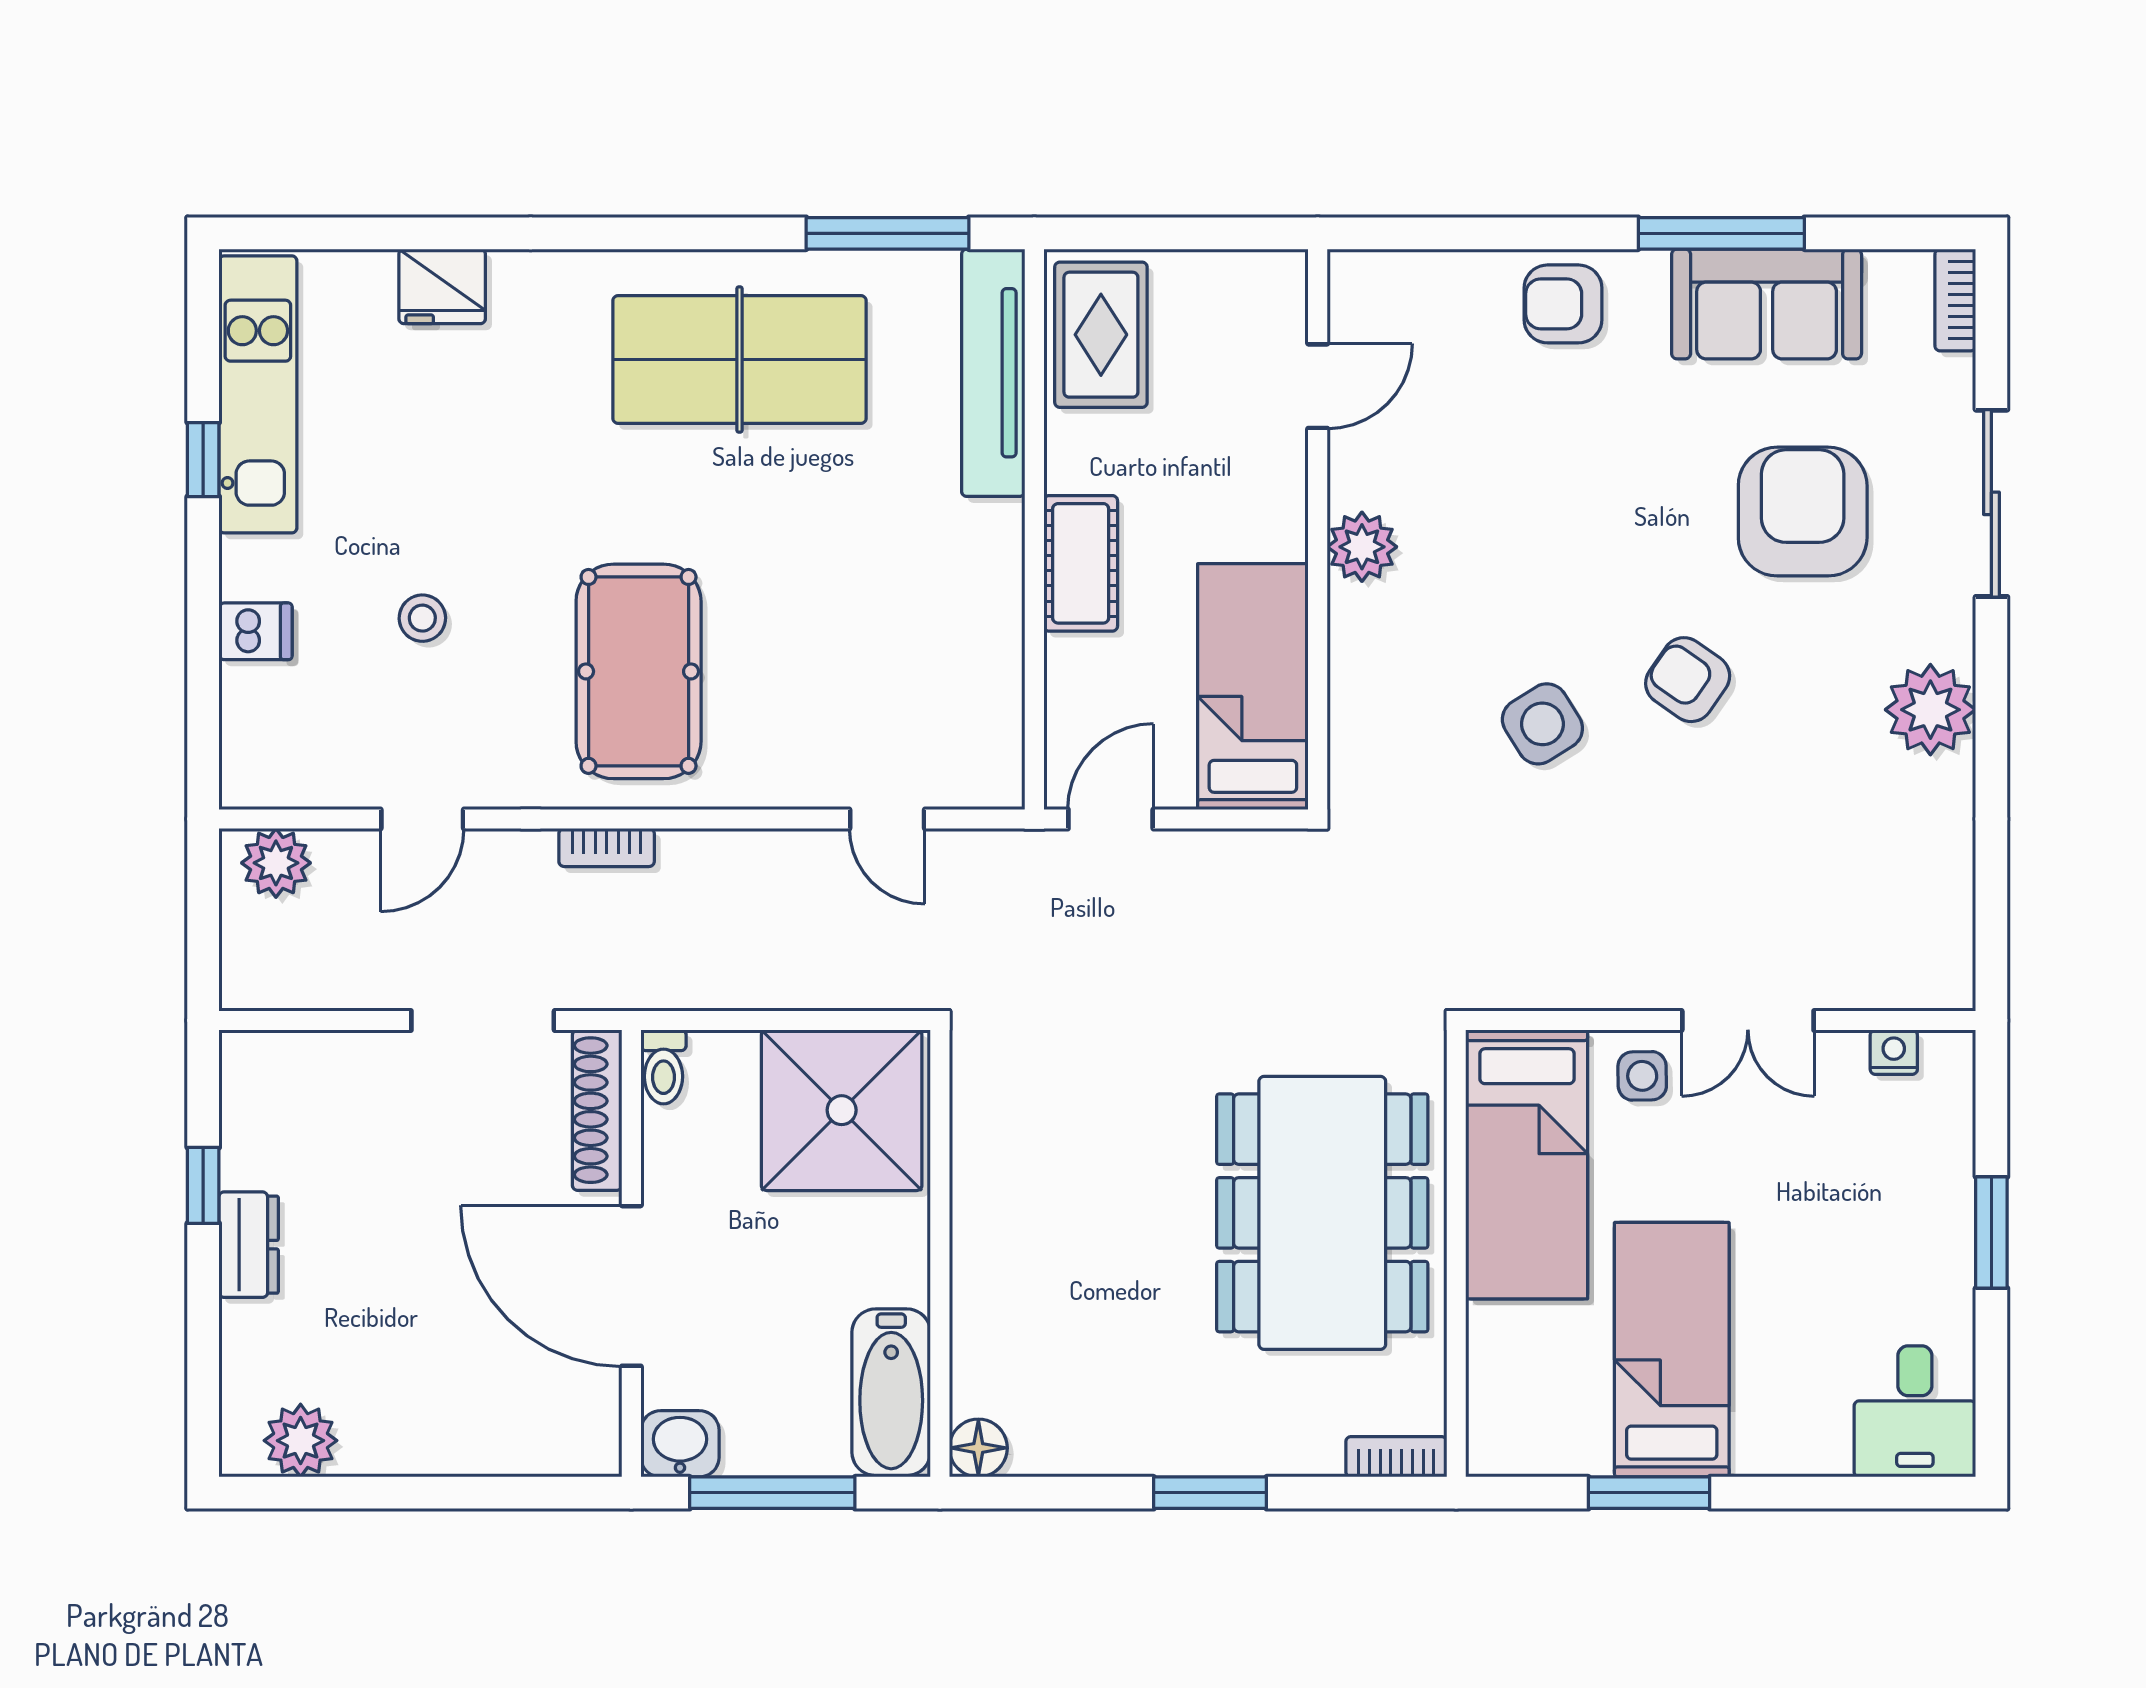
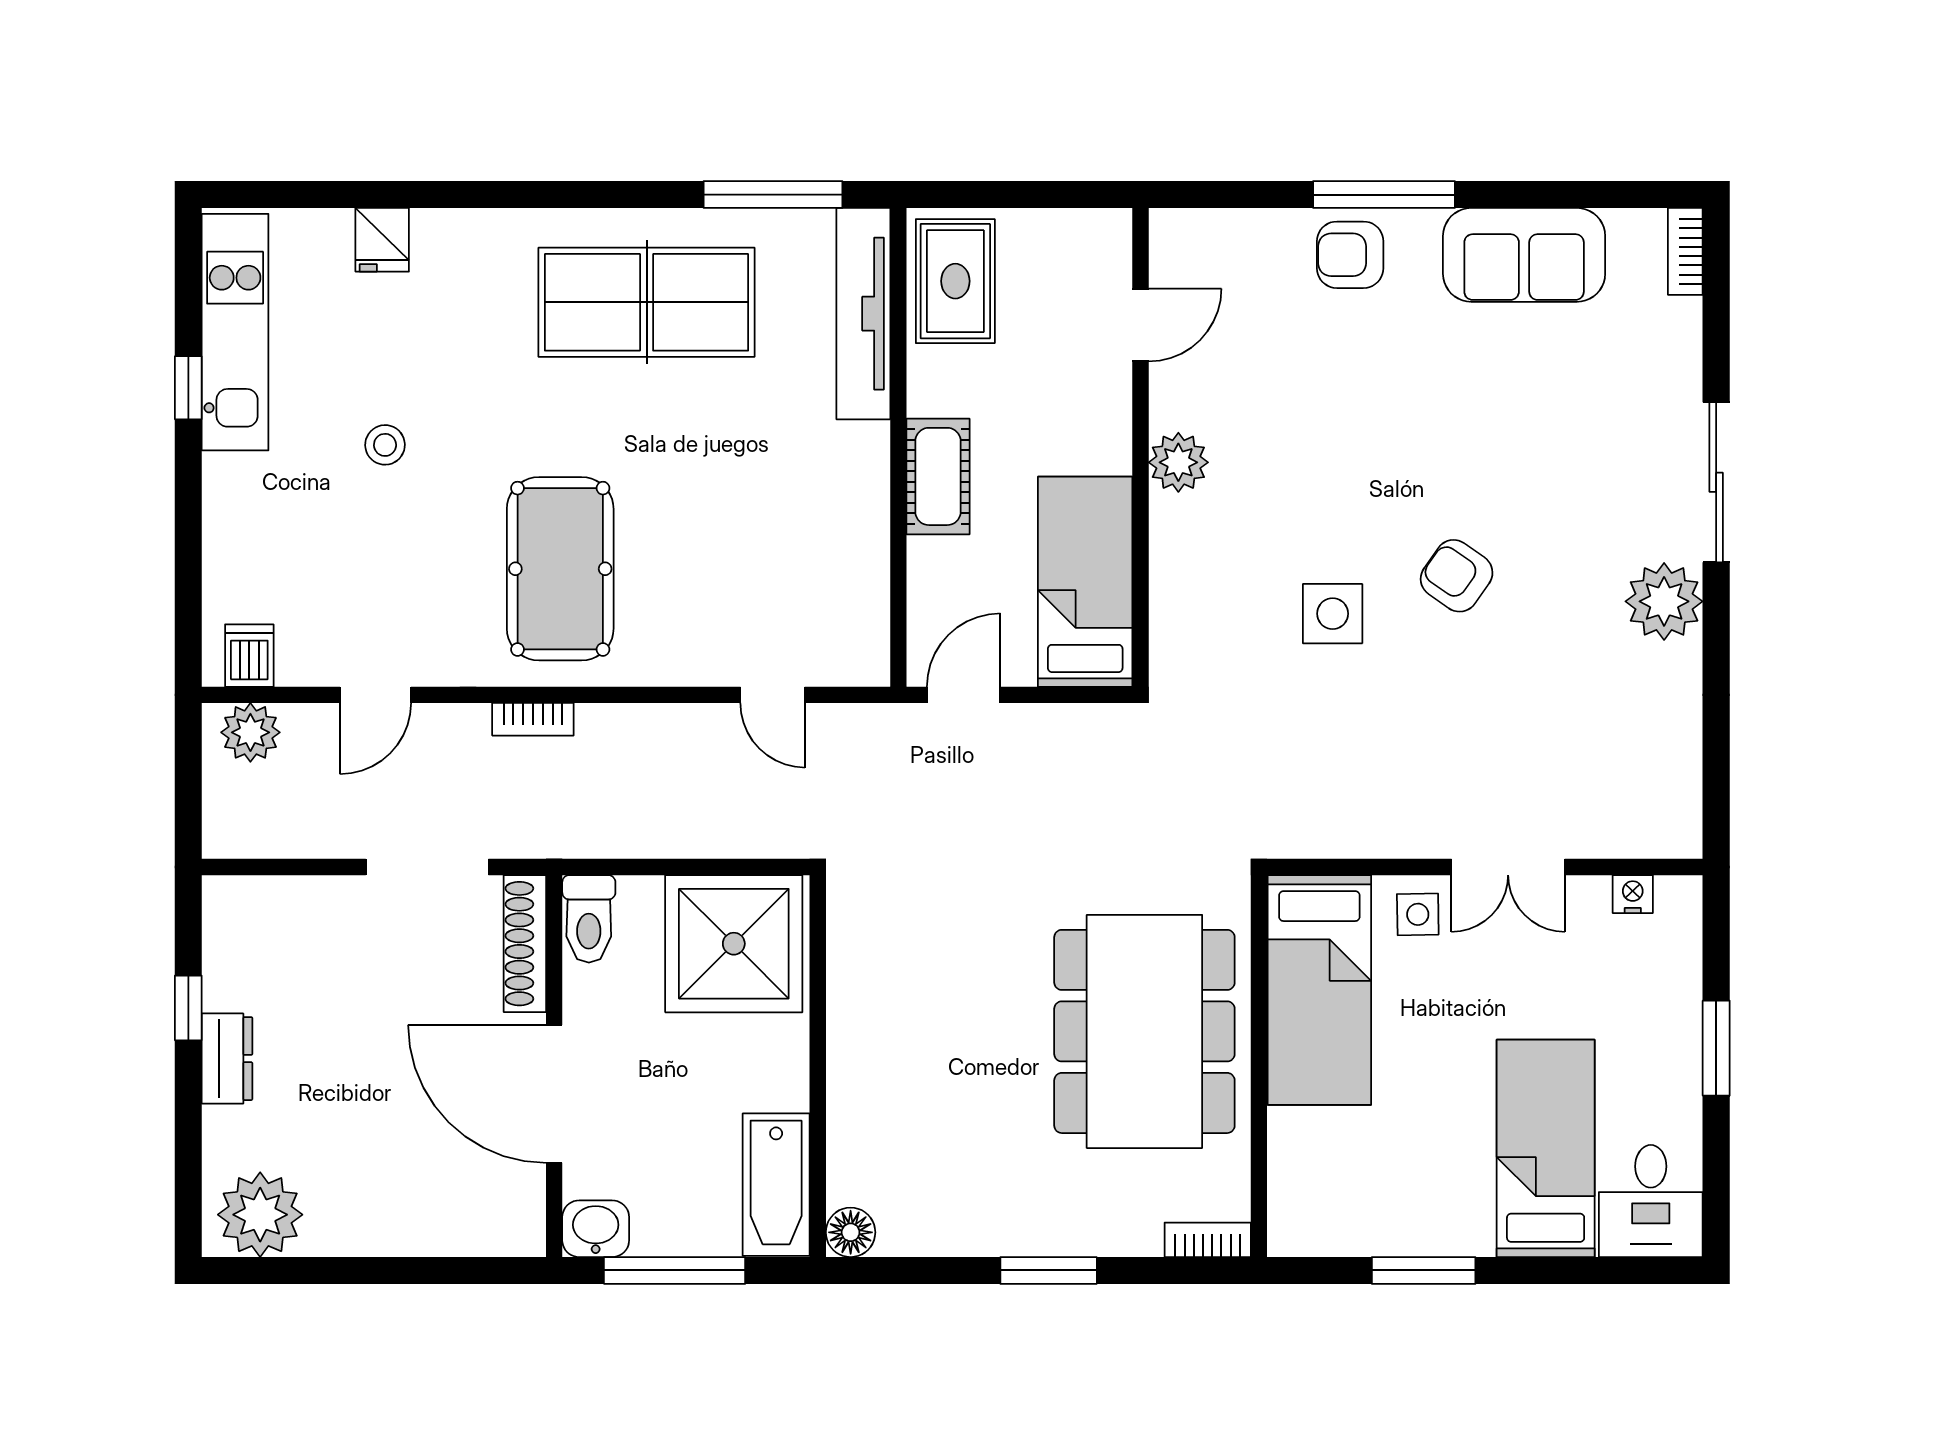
window: (1721, 233) -> (1384, 195), moved
fridge: (442, 286) -> (382, 240), width x0.72
sliding door: (1991, 503) -> (1716, 482), moved
armchair: (1803, 512) -> (1555, 432), removed
stool: (422, 618) -> (385, 445), moved
dishwasher: (255, 631) -> (249, 656), moved, turned -90
side table: (1542, 724) -> (1333, 614), turned 32
toilet: (663, 1067) -> (589, 919), width x1.37, depth x1.39
bed: (1672, 1350) -> (1546, 1148), moved
plant: (301, 1441) -> (260, 1215), width x1.36, depth x1.36

